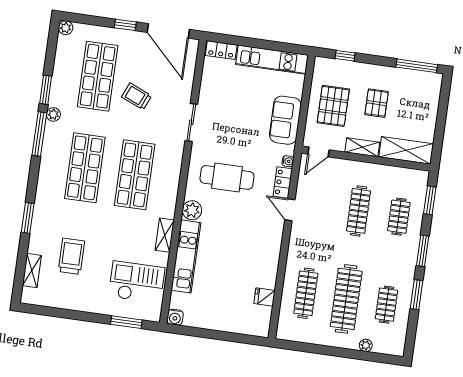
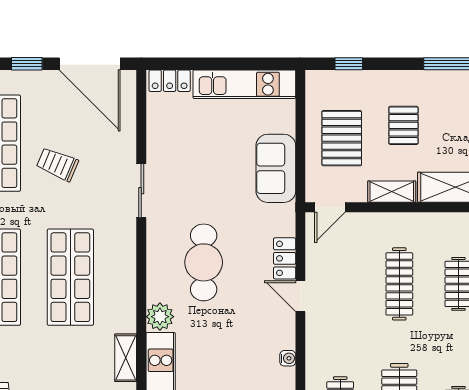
water cooler: (288, 161) -> (288, 358), moved
cafe table: (227, 177) -> (204, 262), turned 90

